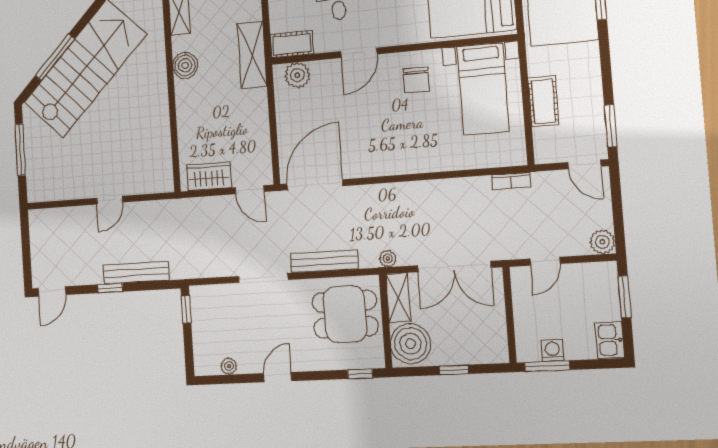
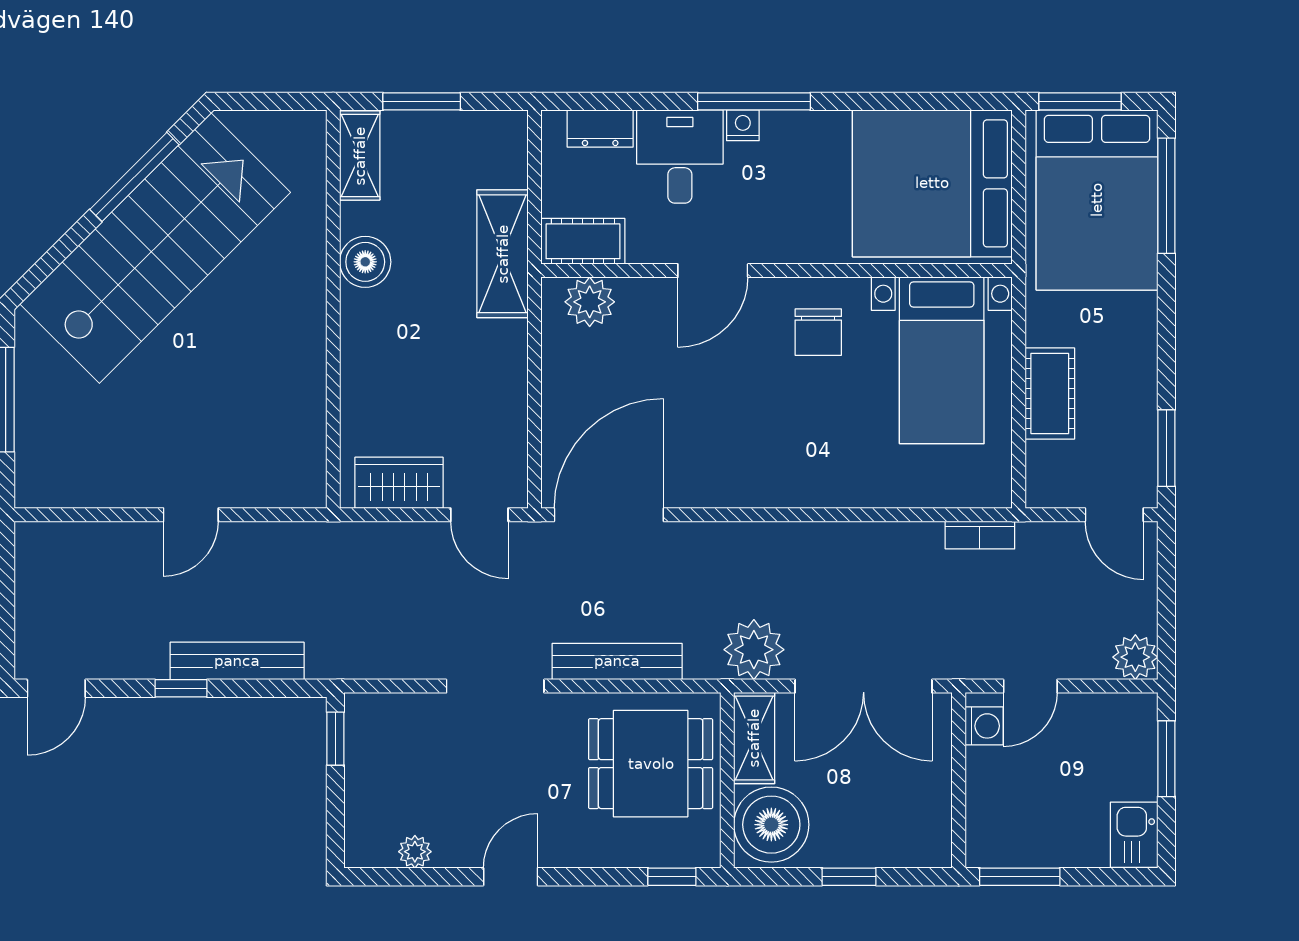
window: (55, 57) -> (134, 177), moved
plant: (388, 259) -> (754, 650), width x1.88, depth x1.88
washing machine: (552, 351) -> (984, 726), moved, turned 90

